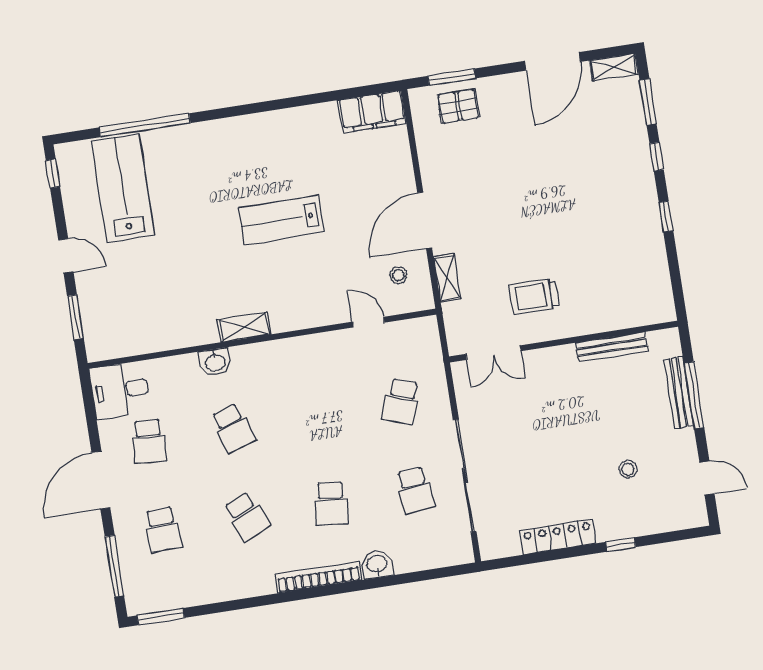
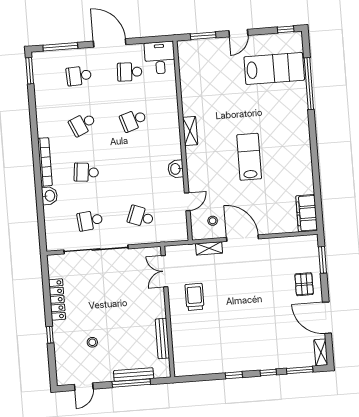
pallet: (458, 106) -> (304, 284), moved
washbasin: (215, 362) -> (176, 169), moved

